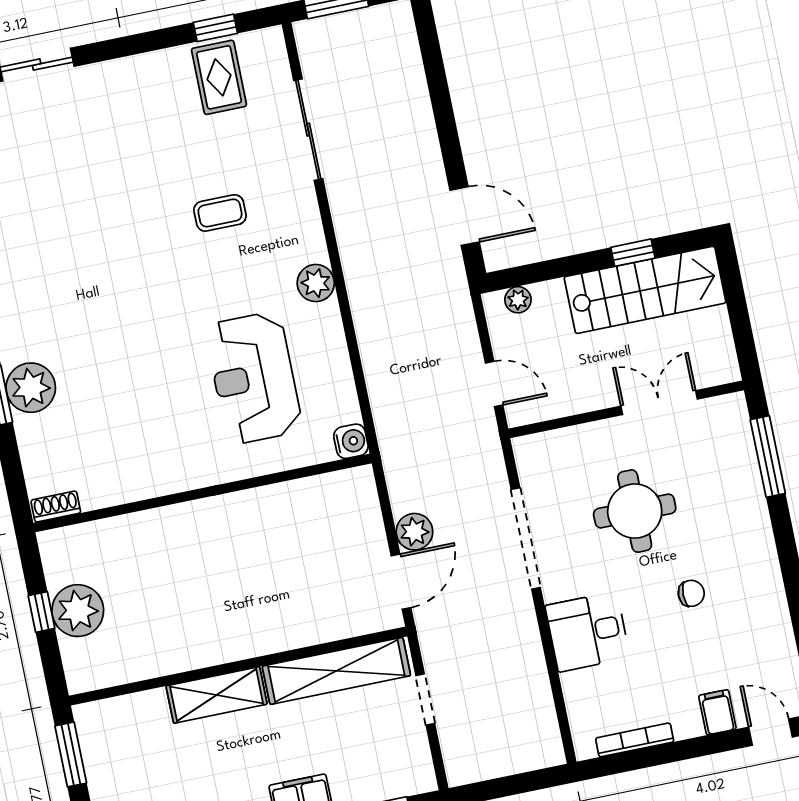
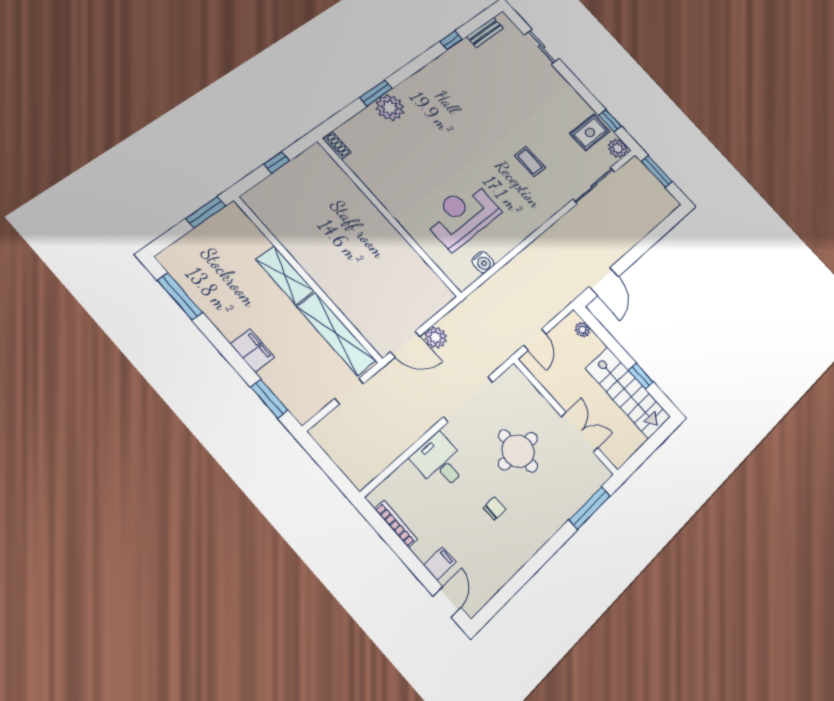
plant: (316, 283) -> (618, 148), moved
water cooler: (351, 441) -> (483, 262), moved
chair: (691, 593) -> (495, 508), turned -90
plant: (78, 611) -> (288, 181), removed

